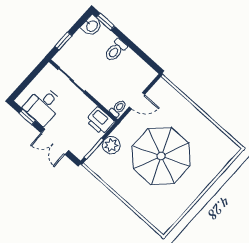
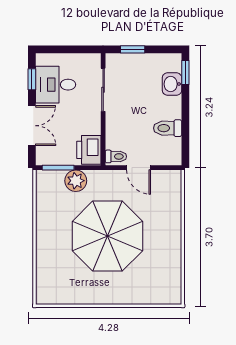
washbasin: (92, 26) -> (172, 84), moved, turned 90
toilet: (116, 50) -> (168, 128), moved
double door: (55, 142) -> (32, 126), swing flipped

